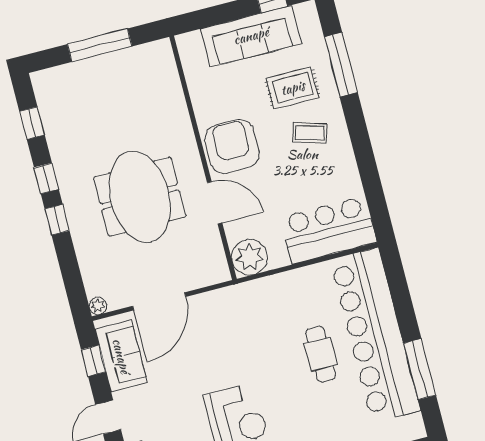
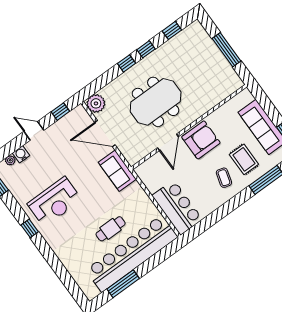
plant: (250, 257) -> (147, 172), removed
plant: (98, 306) -> (96, 103), width x1.88, depth x1.88
sofa: (121, 356) -> (117, 171), moved, turned 90

